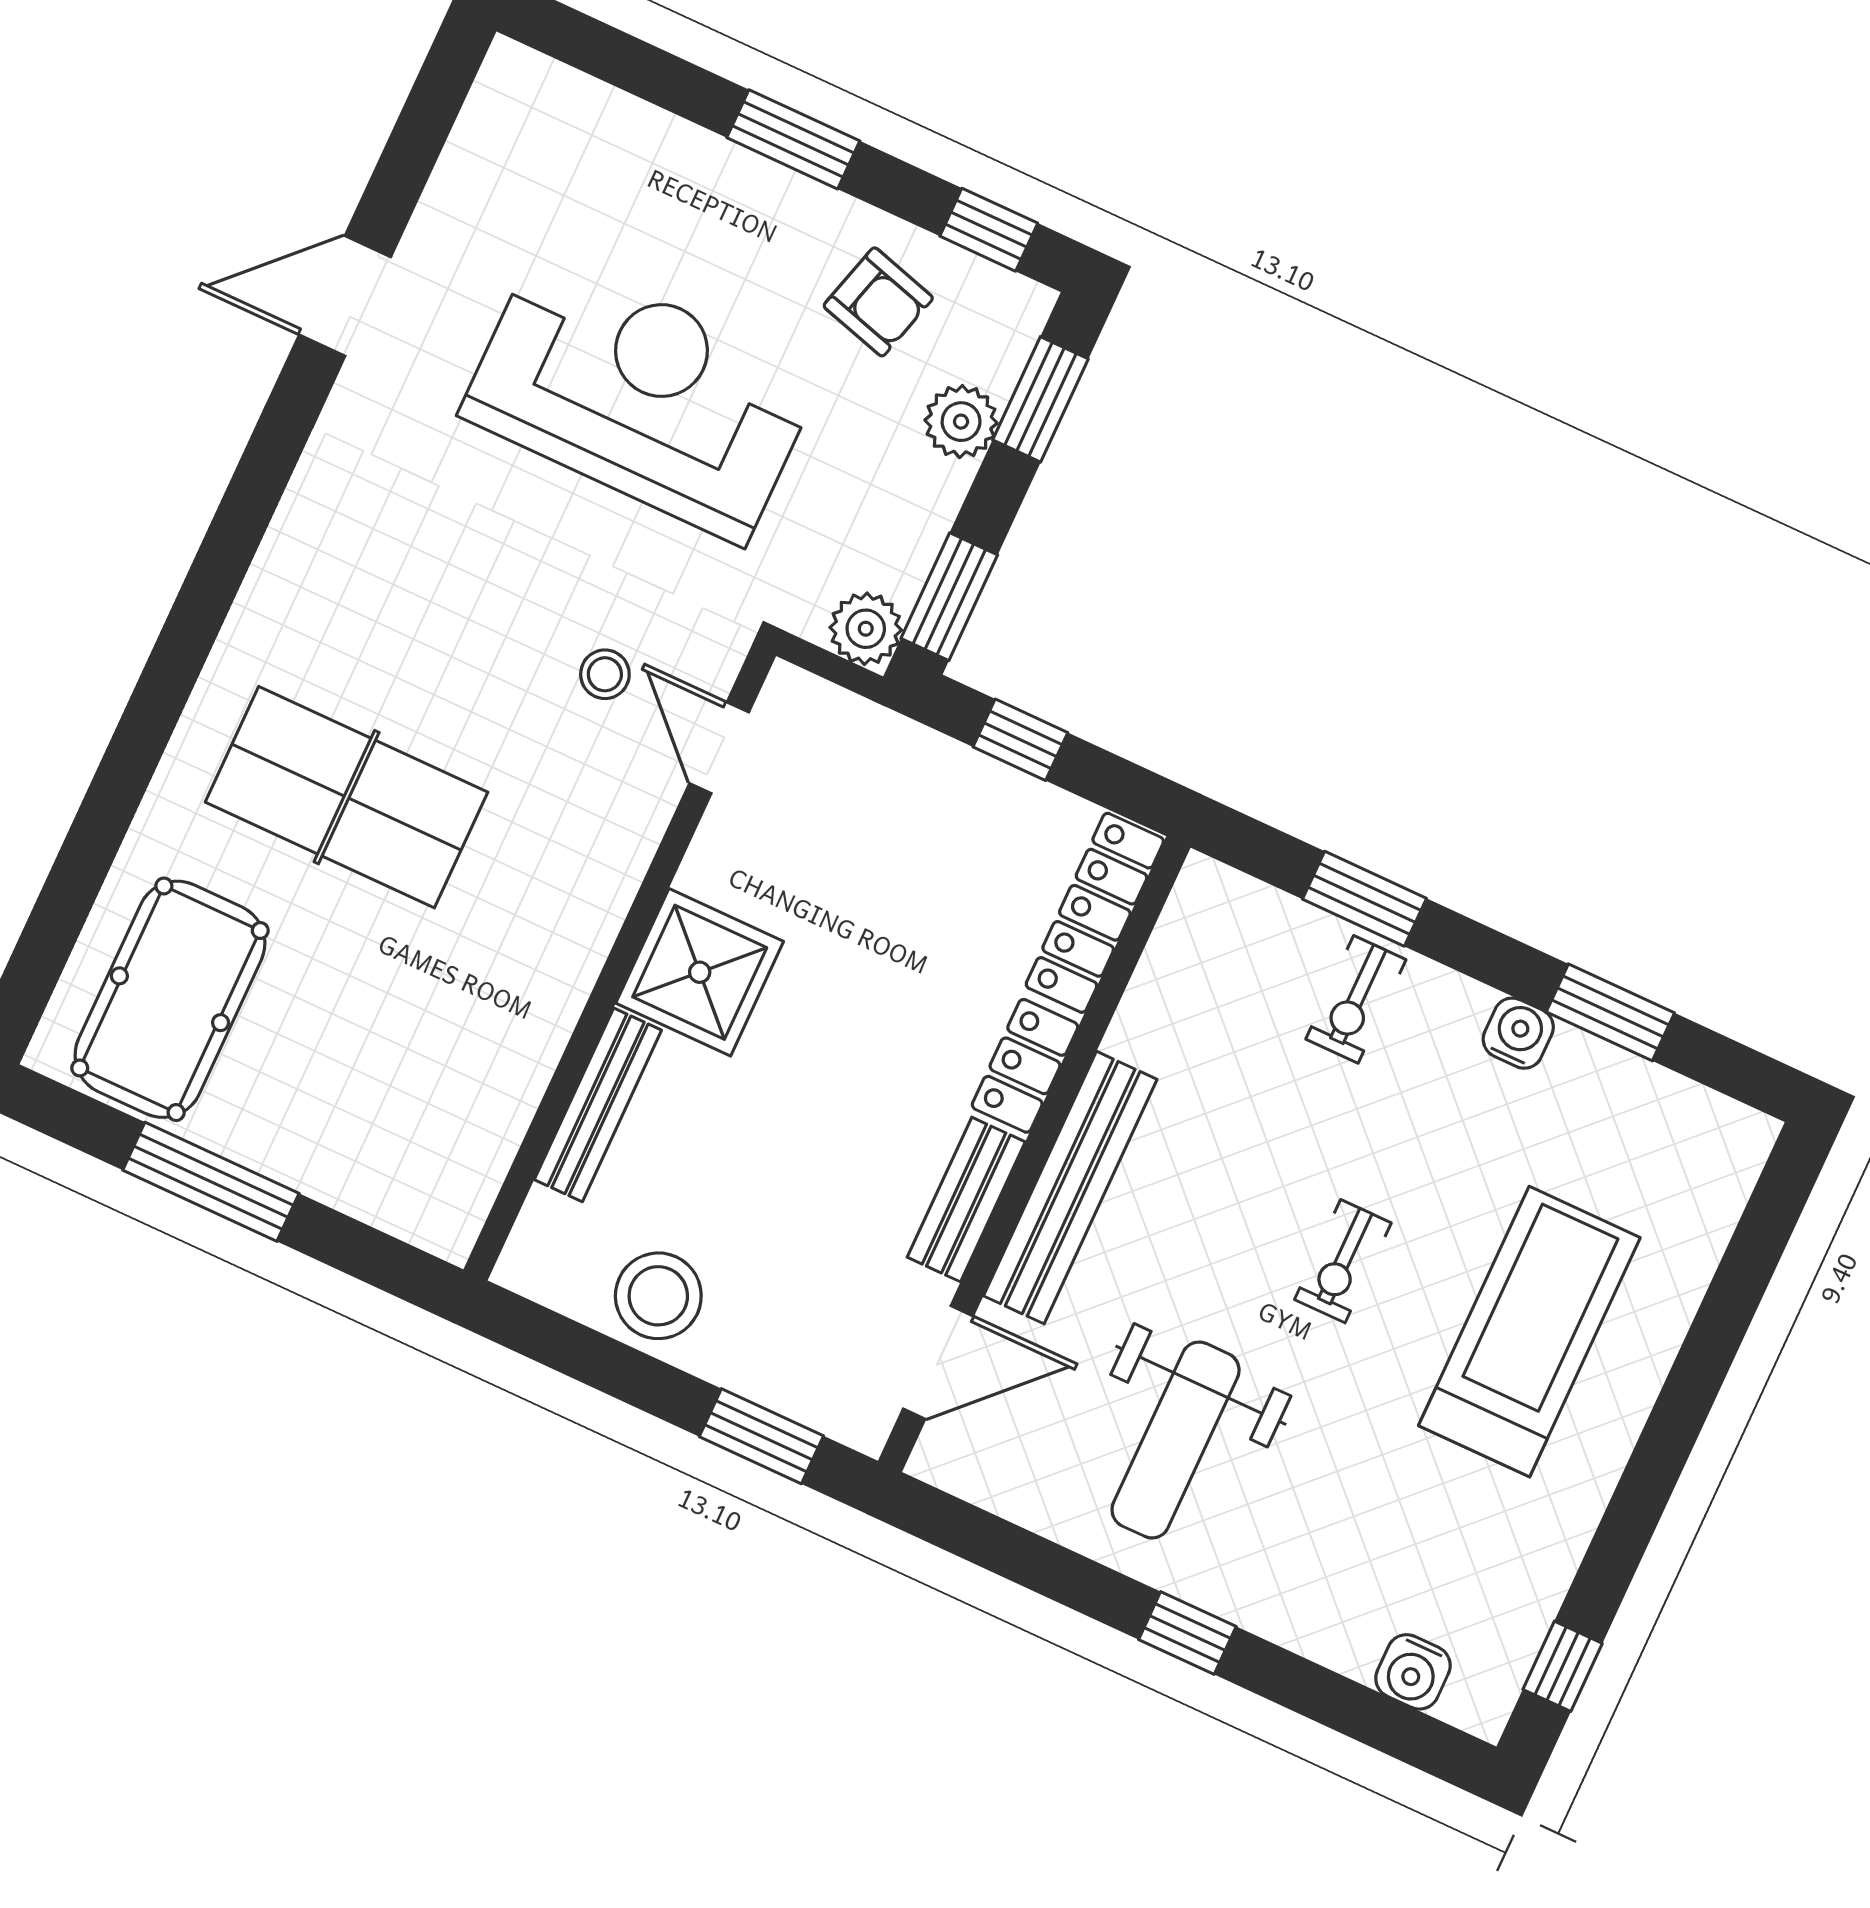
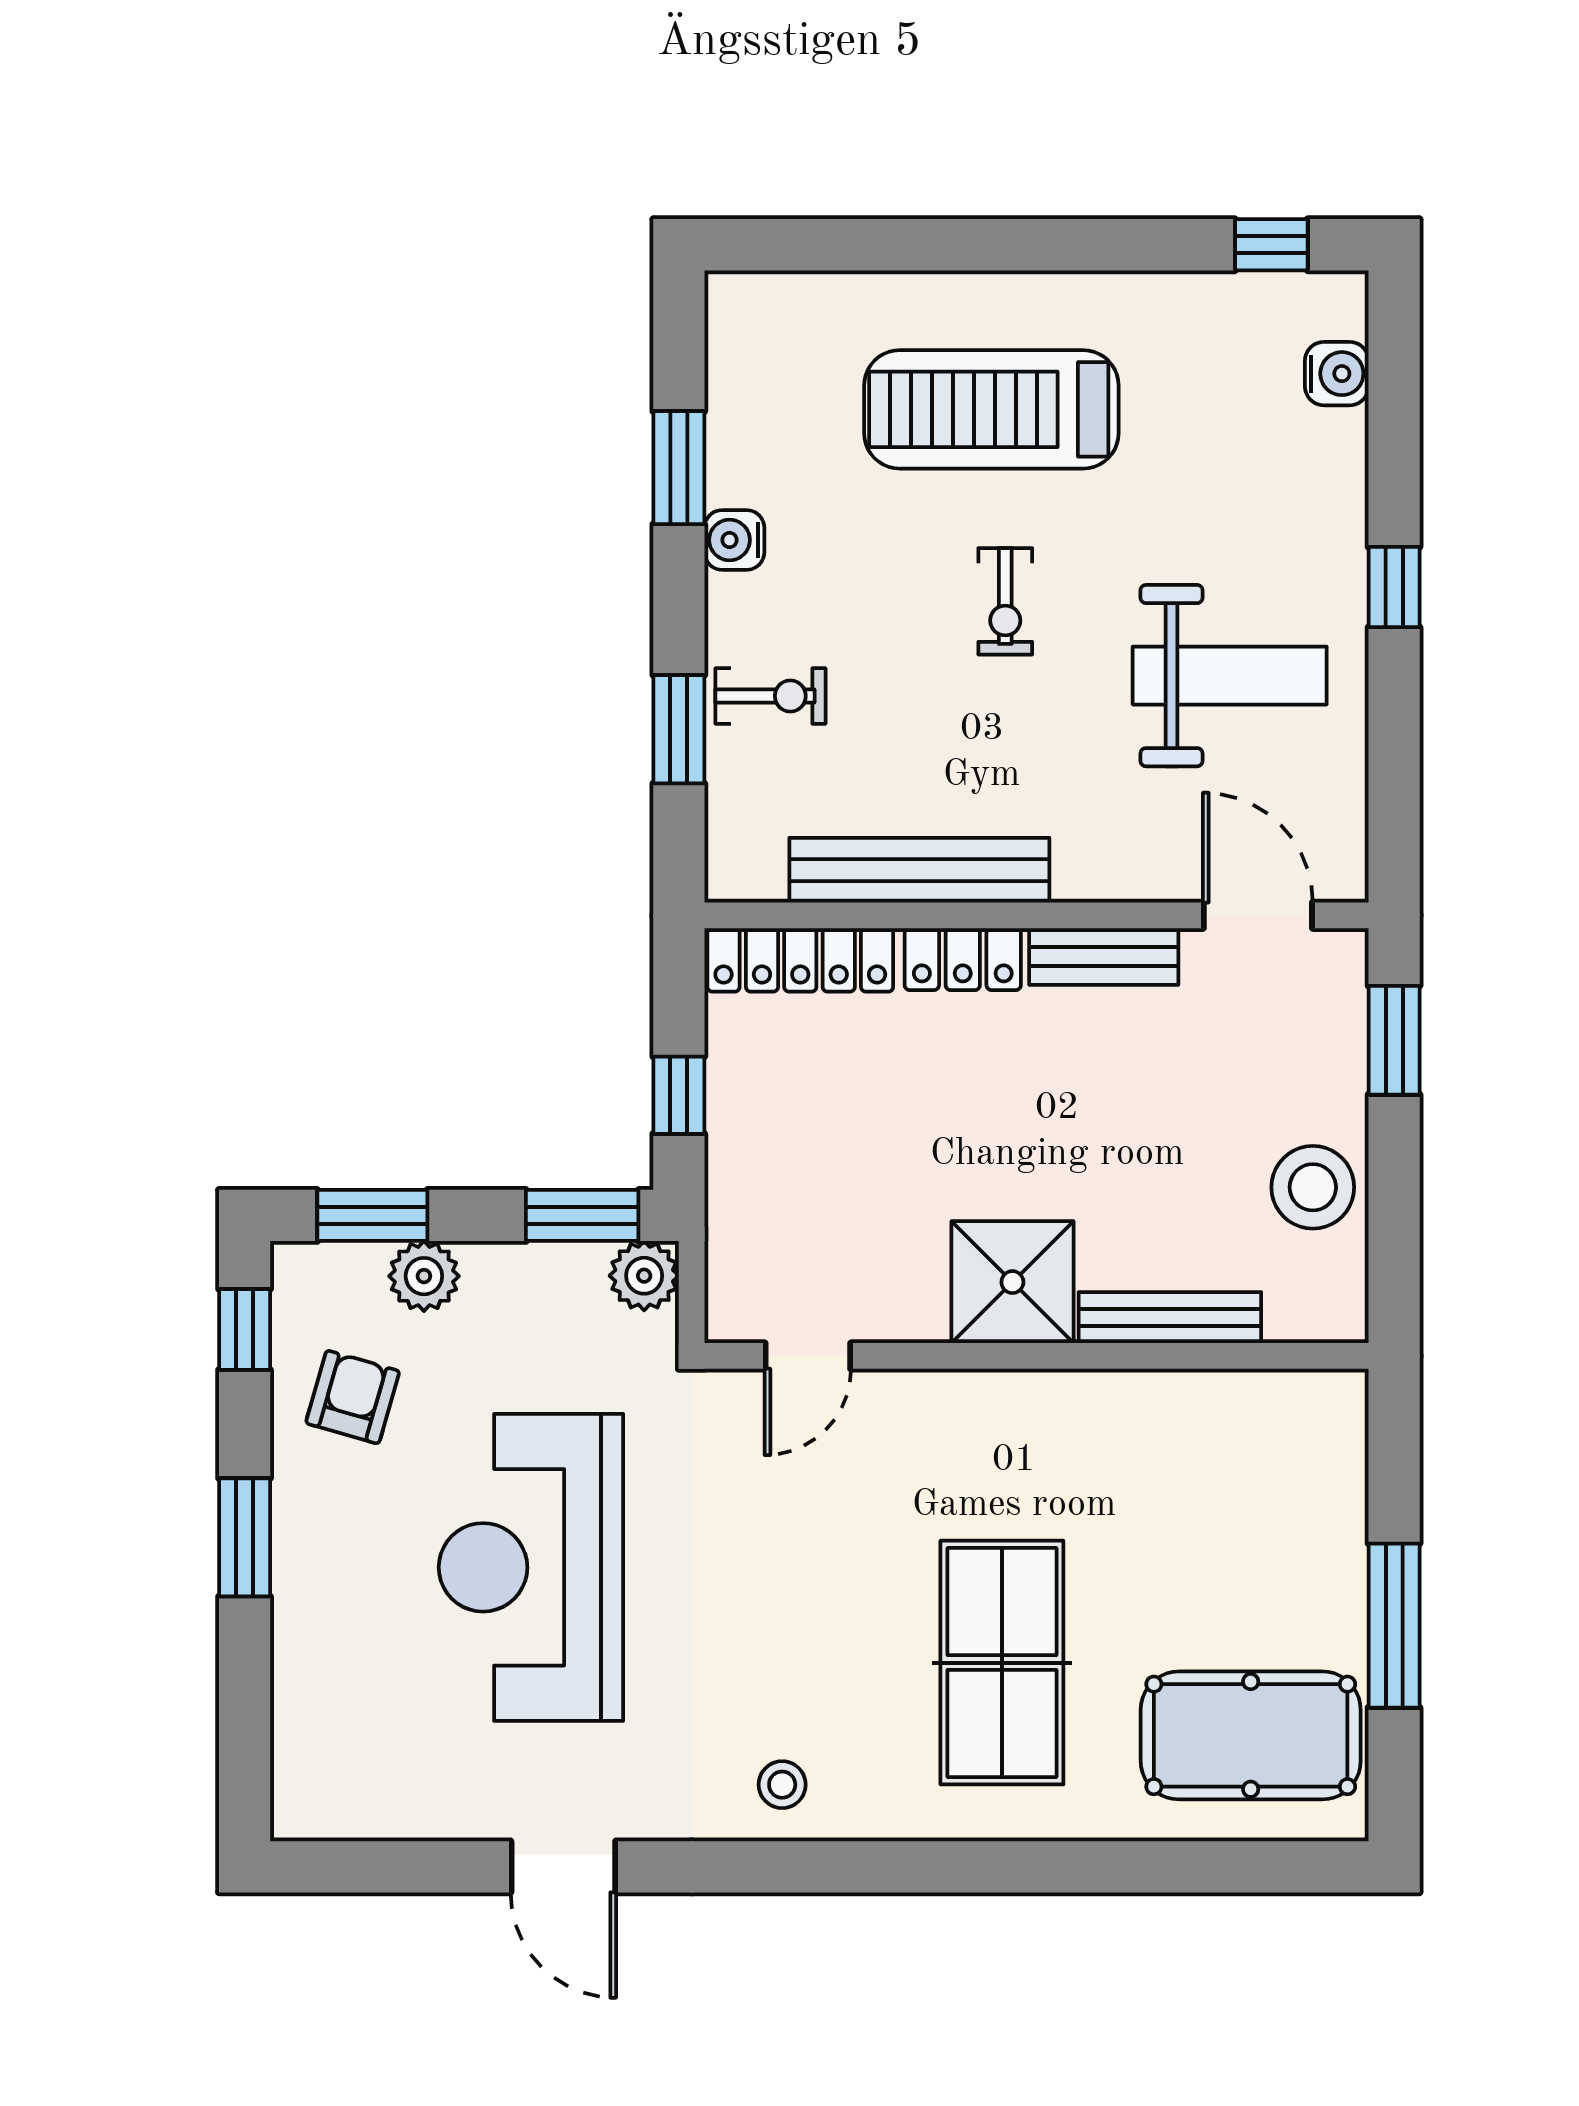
stool: (605, 674) -> (782, 1785), moved
bench: (1070, 1188) -> (919, 870), moved
exercise bike: (1343, 1261) -> (1005, 601), turned 90

